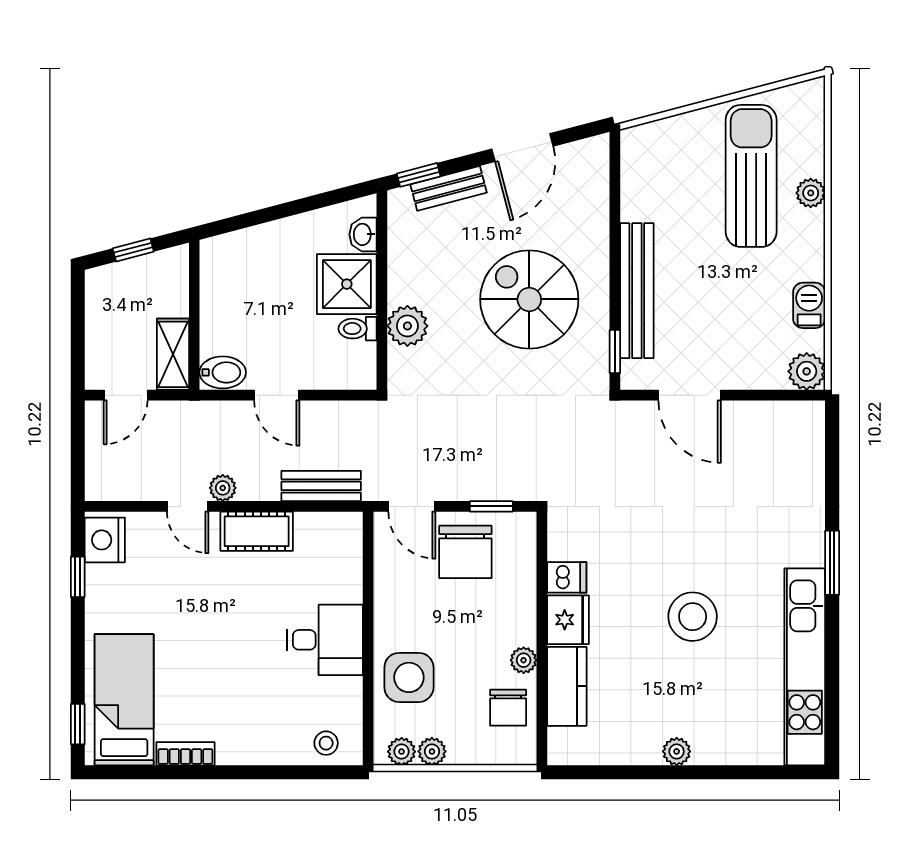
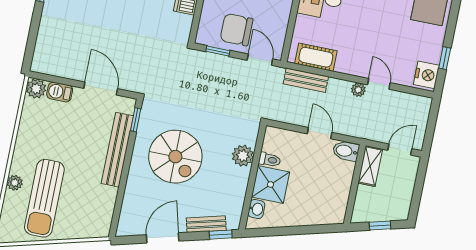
barbecue: (809, 305) -> (60, 92), moved, turned 90
cot: (257, 531) -> (316, 57), moved
chair: (465, 552) -> (237, 30), turned -90

